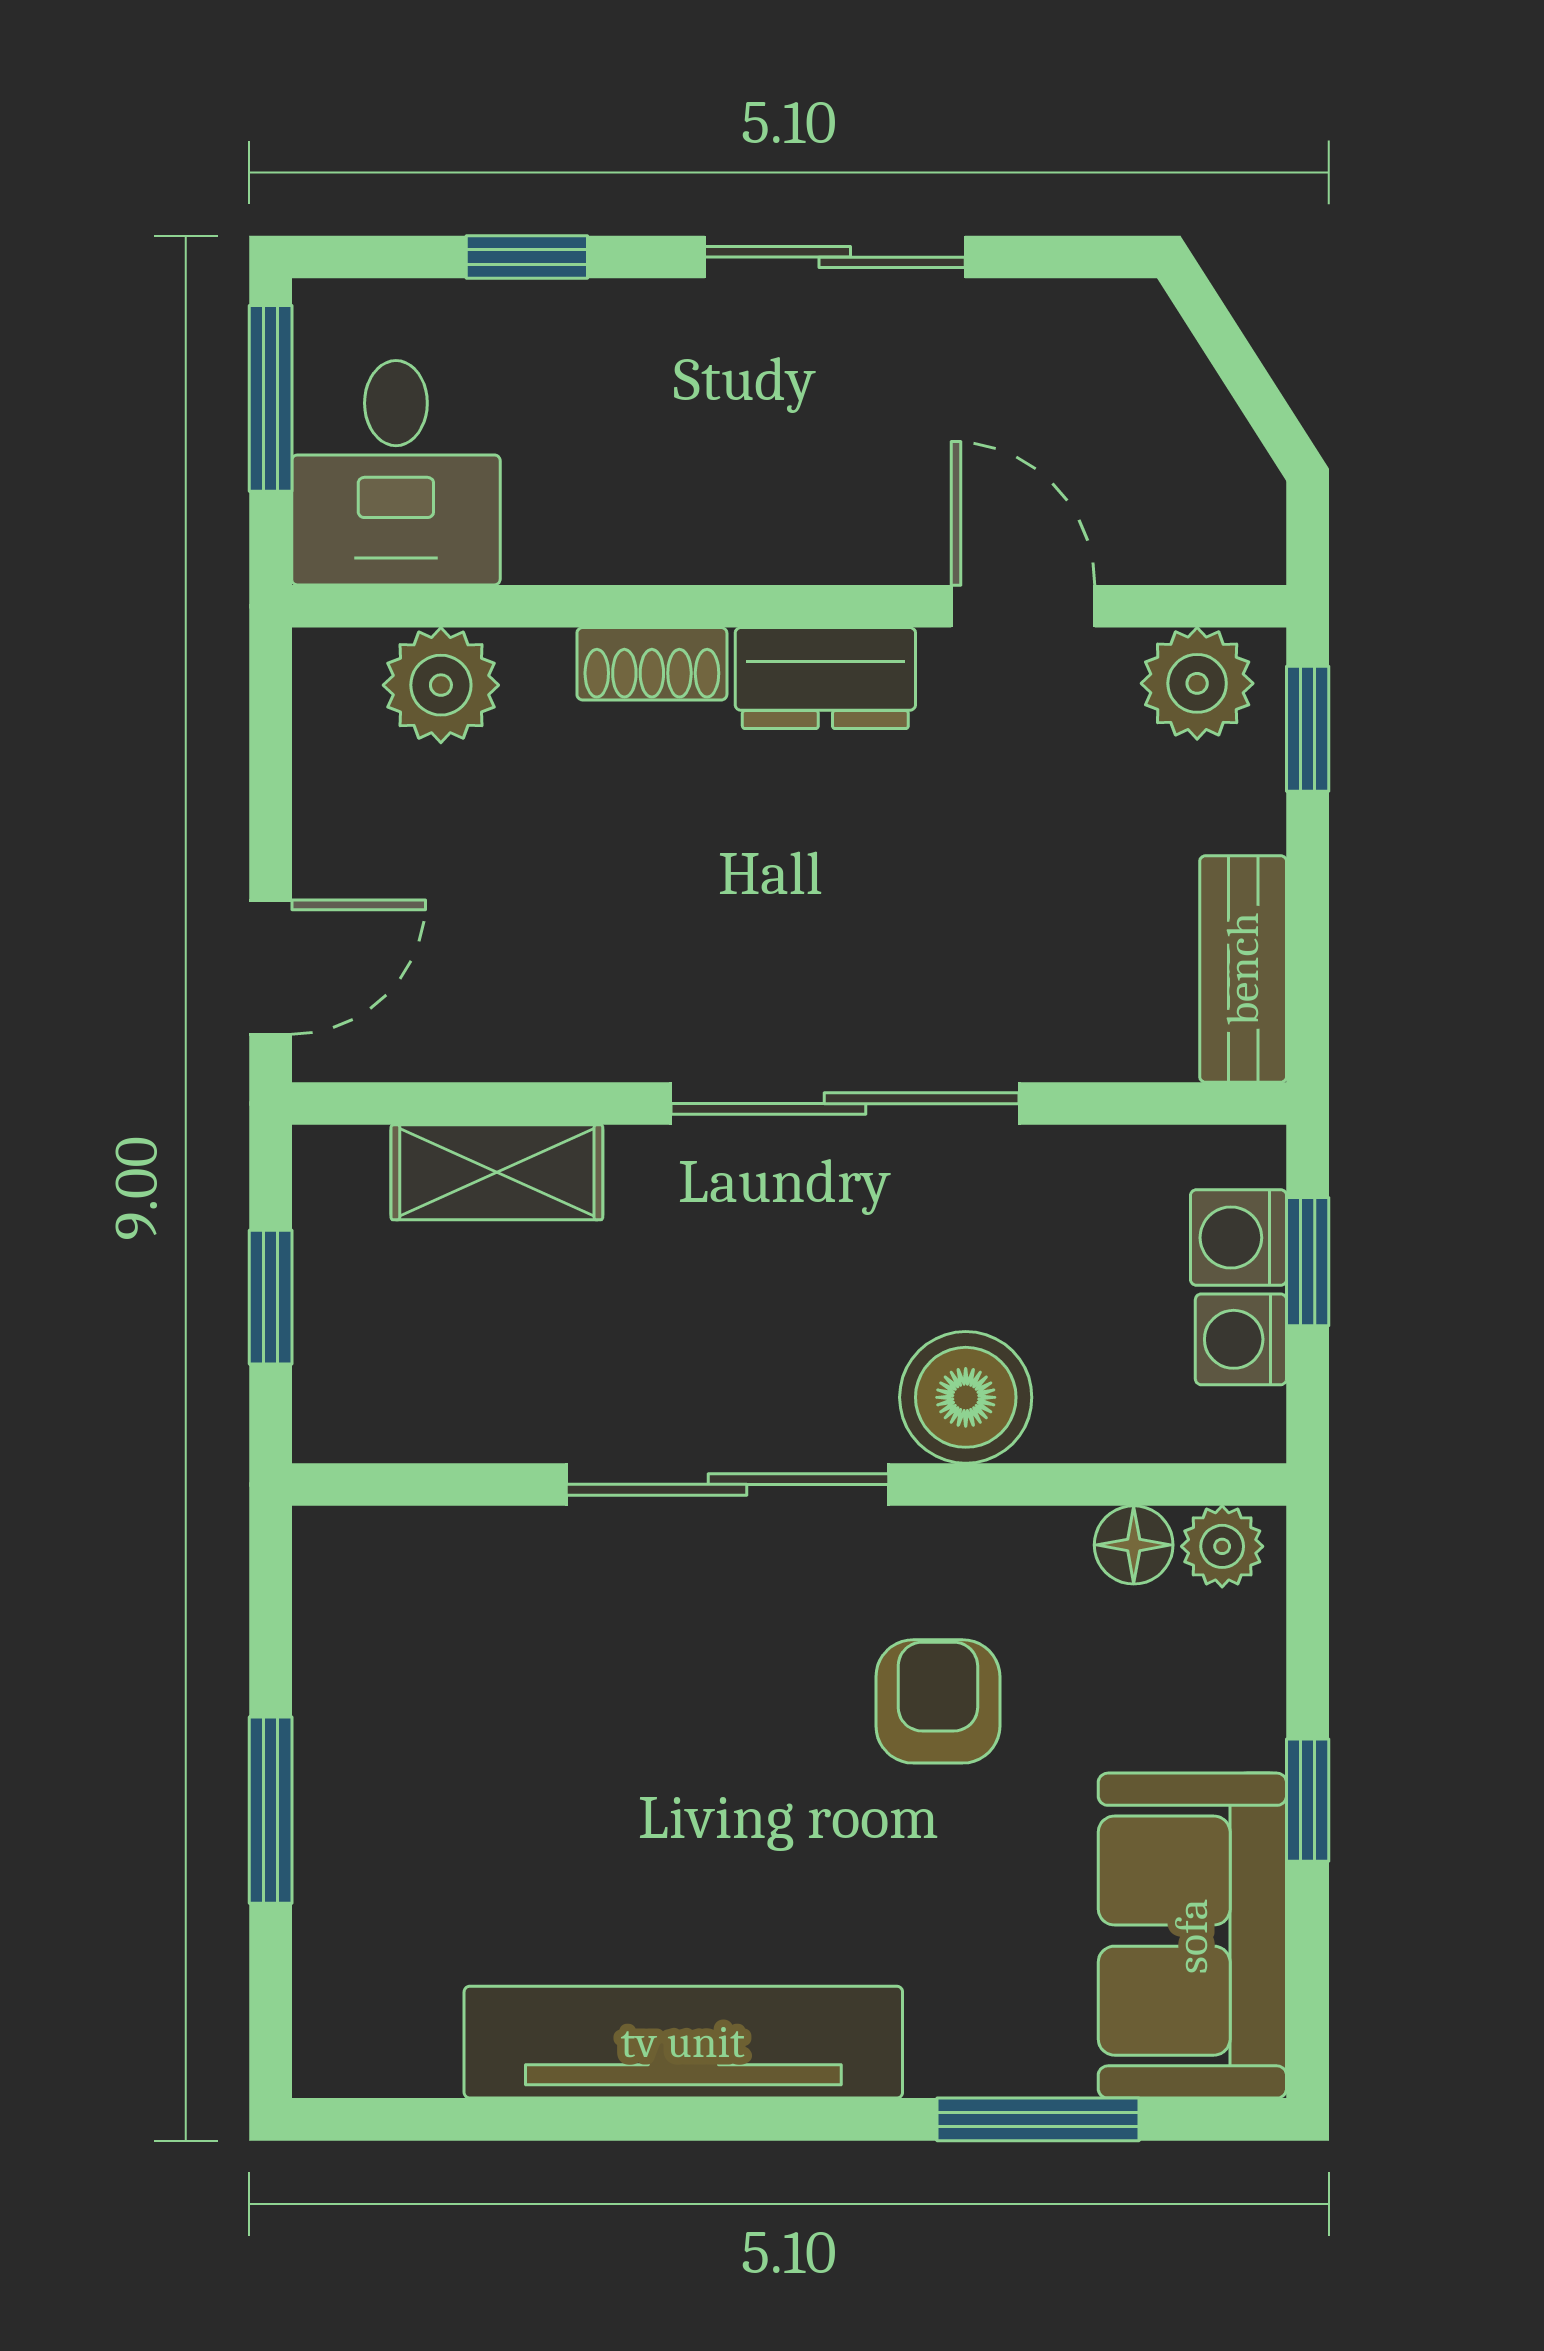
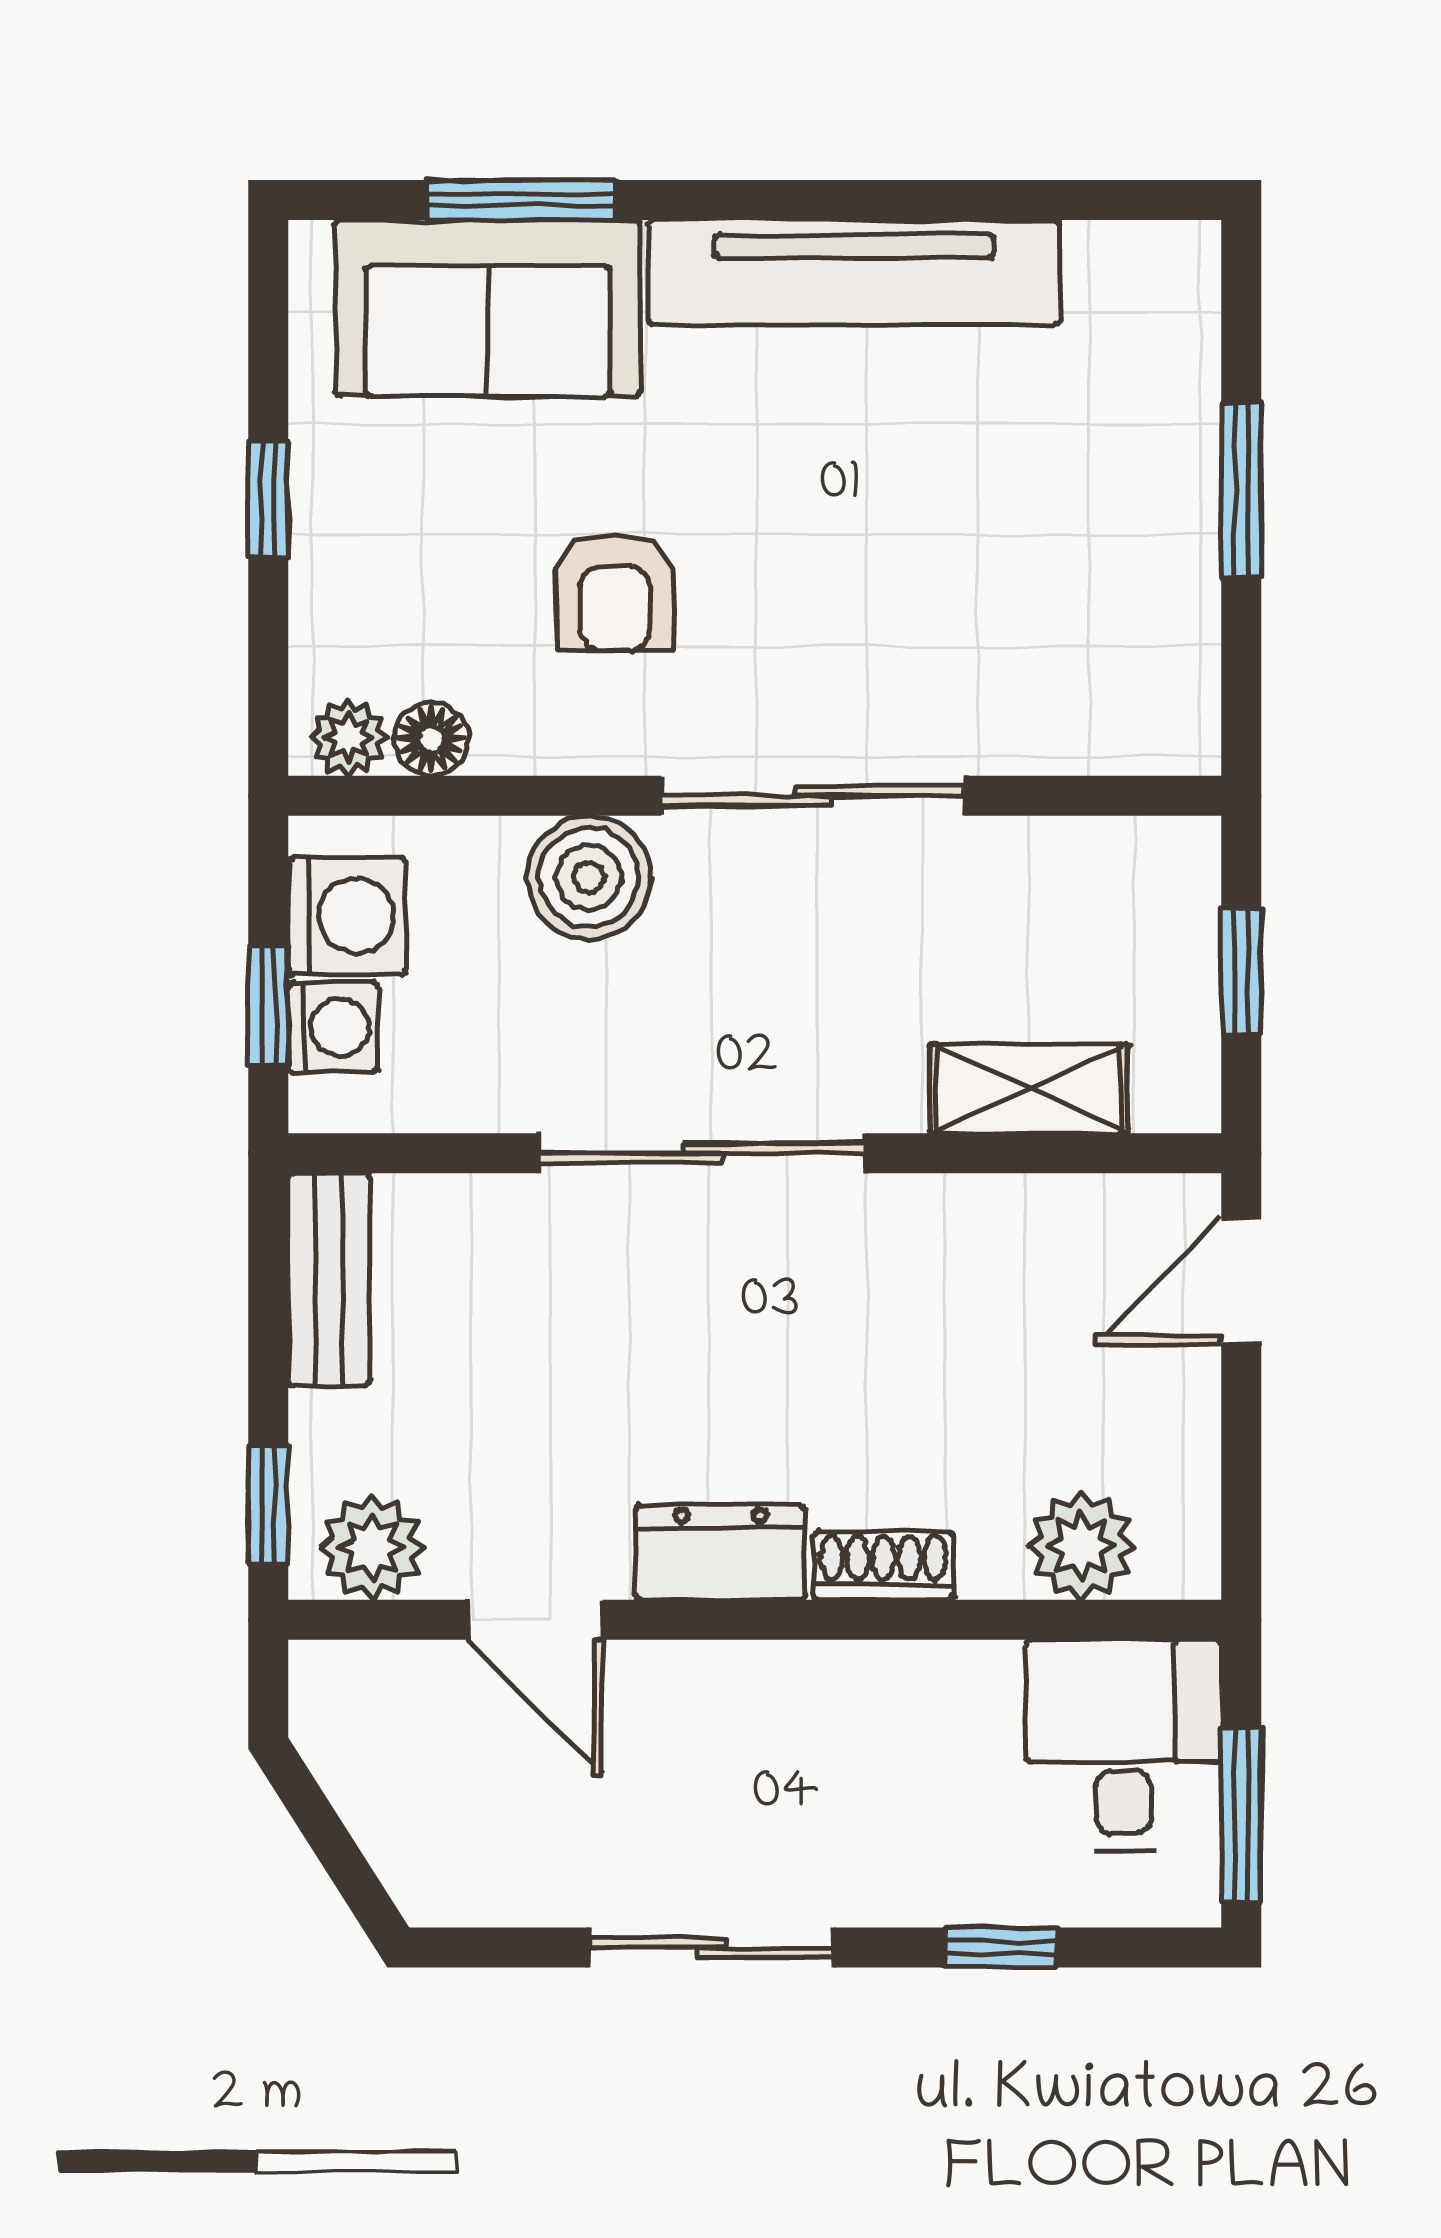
washing machine: (1241, 1339) -> (347, 916), width x1.38, depth x1.38
sofa: (1192, 1936) -> (488, 308), moved, turned 90

